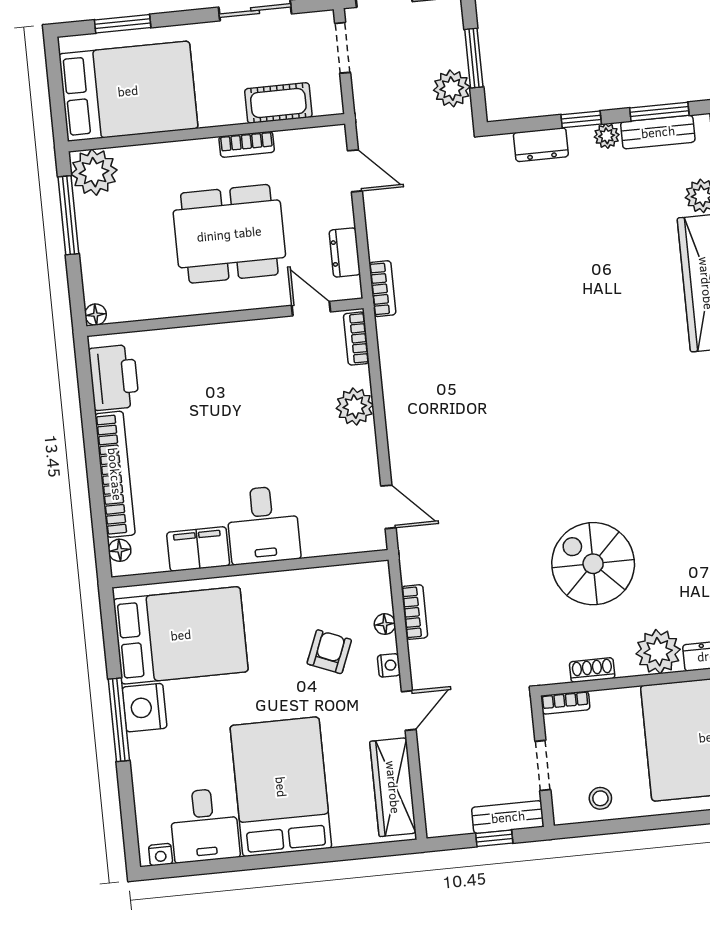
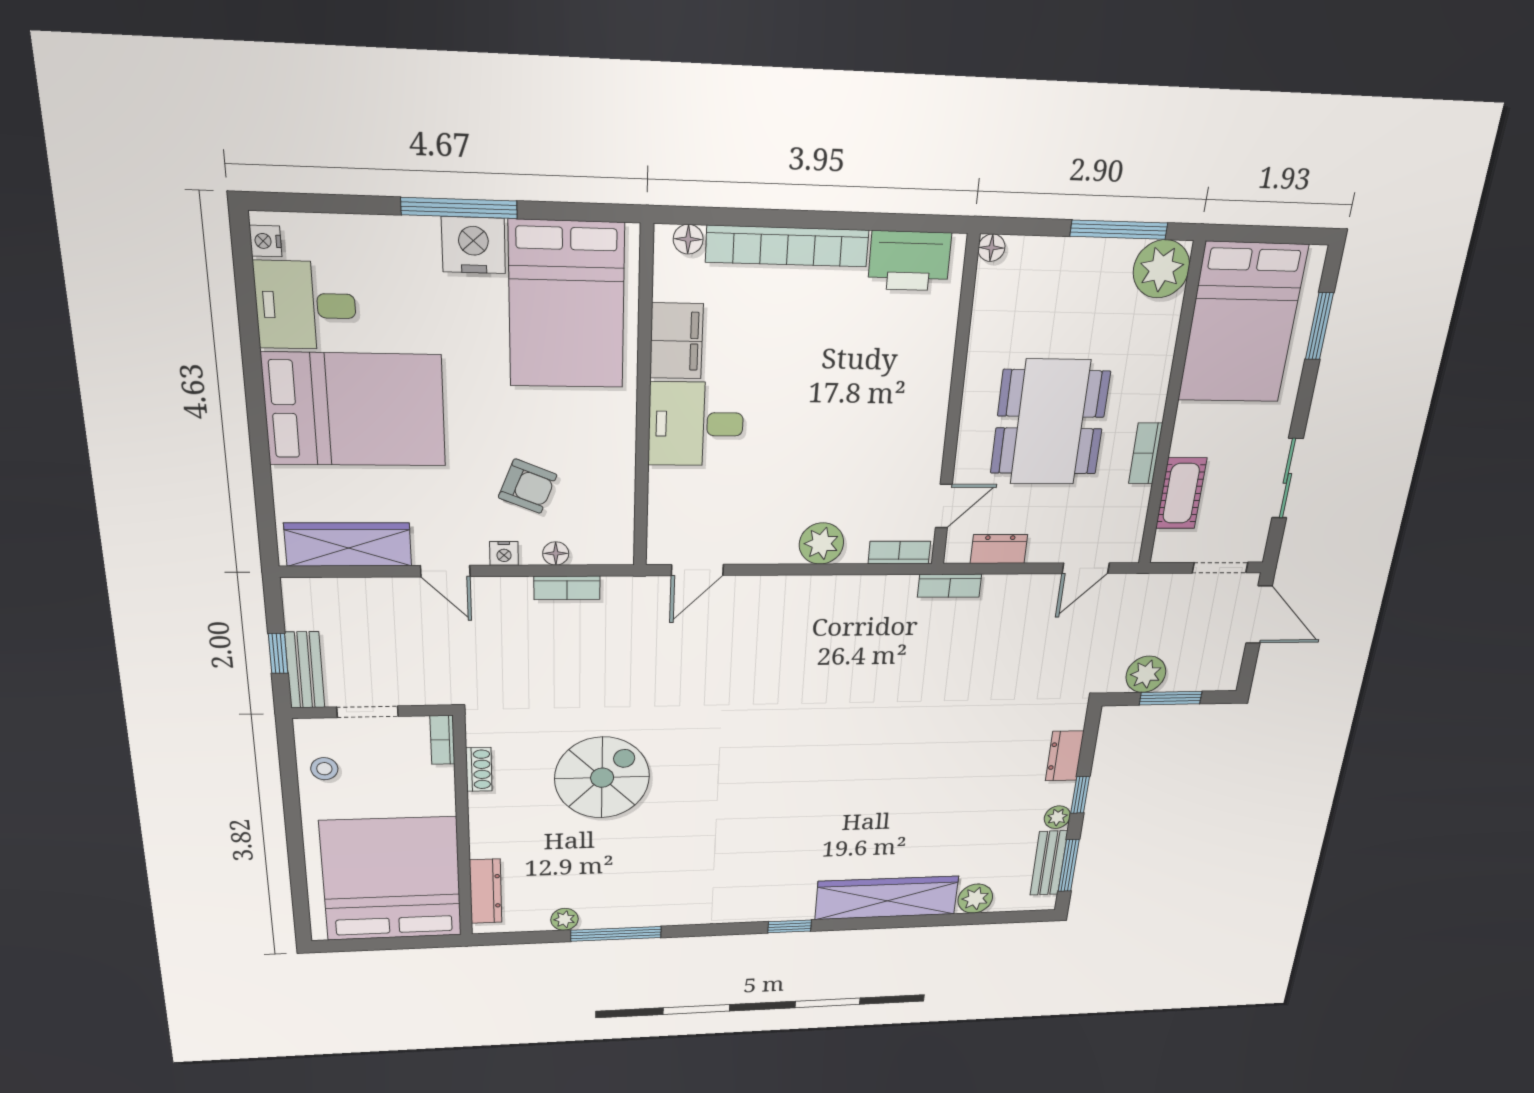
plant: (658, 652) -> (494, 835), removed

